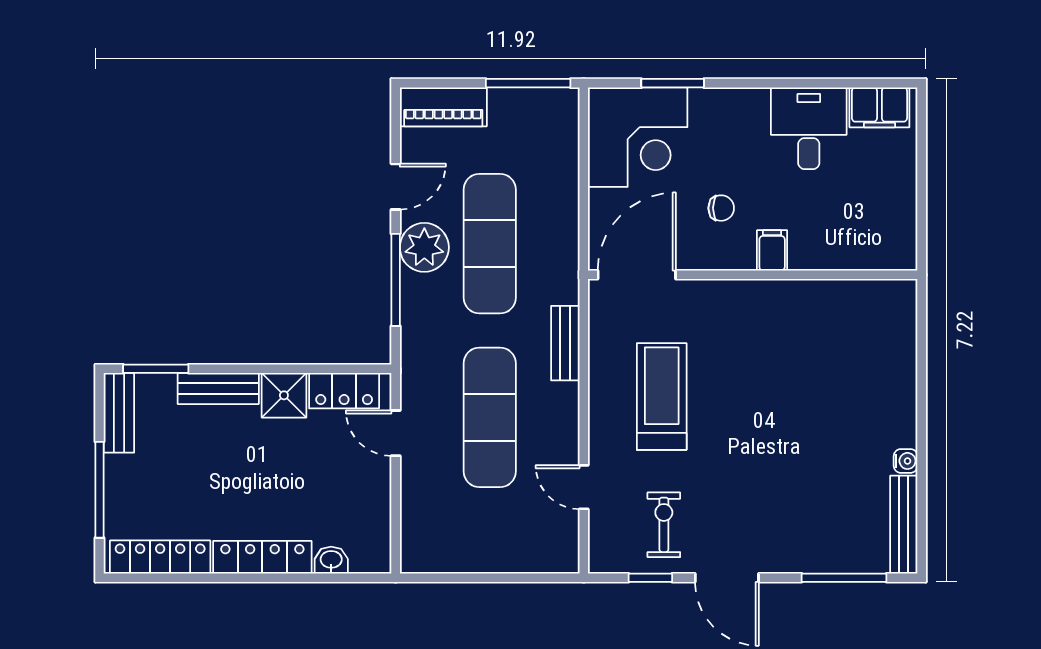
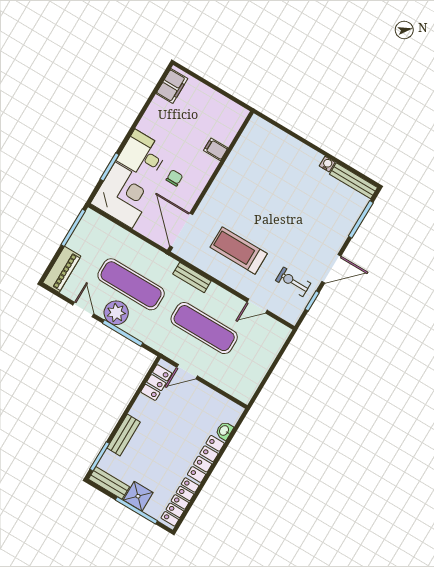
desk: (809, 128) -> (143, 155), moved
filing cabinet: (772, 250) -> (216, 149), moved
shower: (284, 395) -> (138, 496), moved

